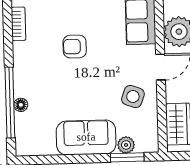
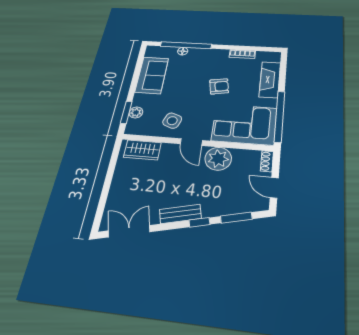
armchair: (75, 47) -> (219, 86), turned 80
sofa: (86, 137) -> (152, 75), moved

